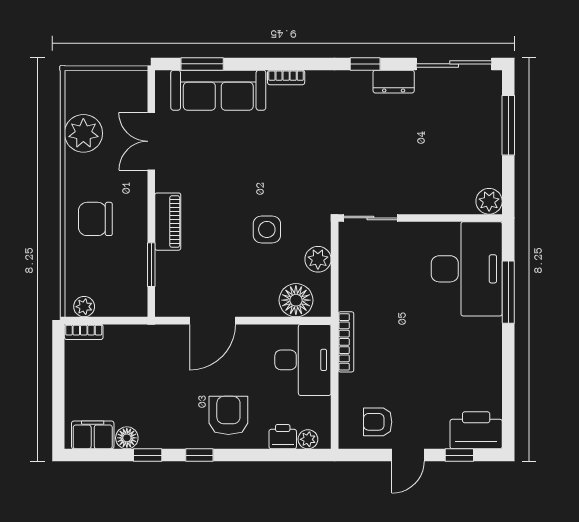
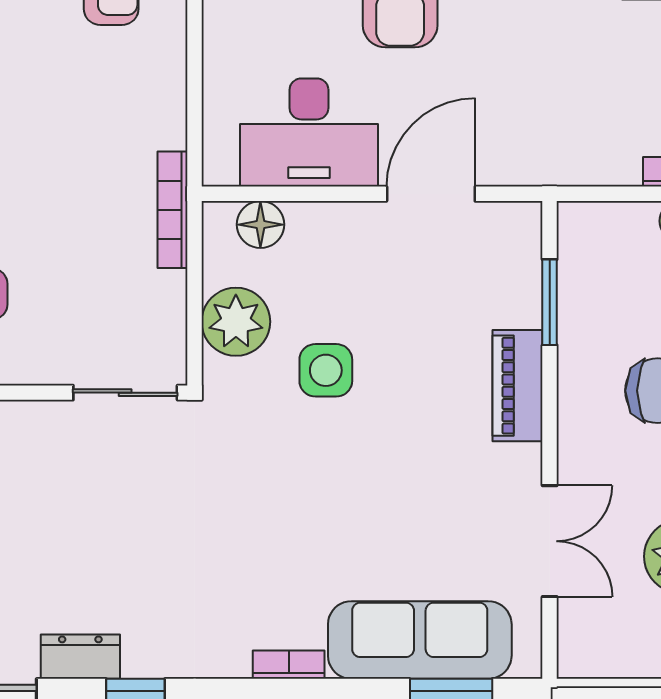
plant: (318, 259) -> (236, 322), width x1.36, depth x1.36
floor lamp: (296, 300) -> (260, 225), width x0.73, depth x0.73
bookcase: (346, 342) -> (173, 210), moved
desk: (303, 360) -> (309, 133), moved, turned -90

